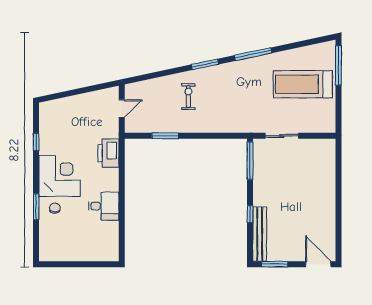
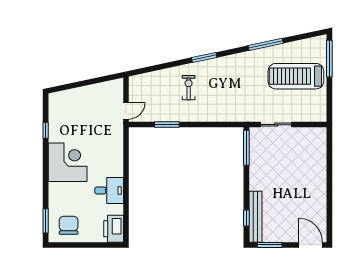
window: (253, 54) -> (266, 44), moved
door: (122, 109) -> (126, 111), moved
printer: (108, 153) -> (114, 229), moved
window: (36, 207) -> (46, 221), moved
chair: (55, 208) -> (69, 225), moved, width x1.87, depth x1.87
window: (250, 214) -> (246, 218), moved

